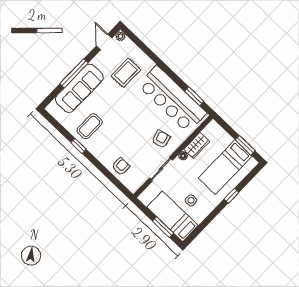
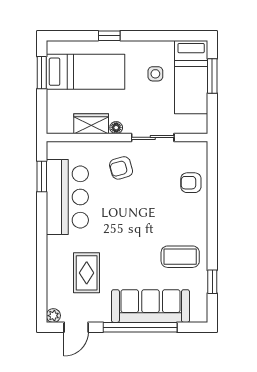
window: (74, 73) -> (140, 327), width x1.46
rug: (126, 73) -> (87, 273), turned 90
bar counter: (172, 99) -> (67, 197), width x0.73
window: (79, 146) -> (212, 282), moved

